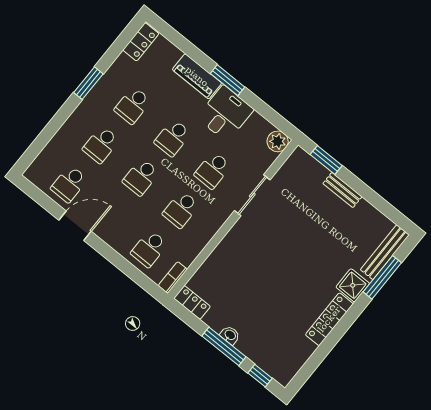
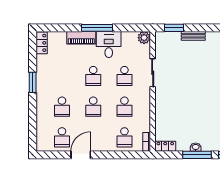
window: (228, 80) -> (97, 28), width x1.44
school desk: (133, 105) -> (62, 76), removed

